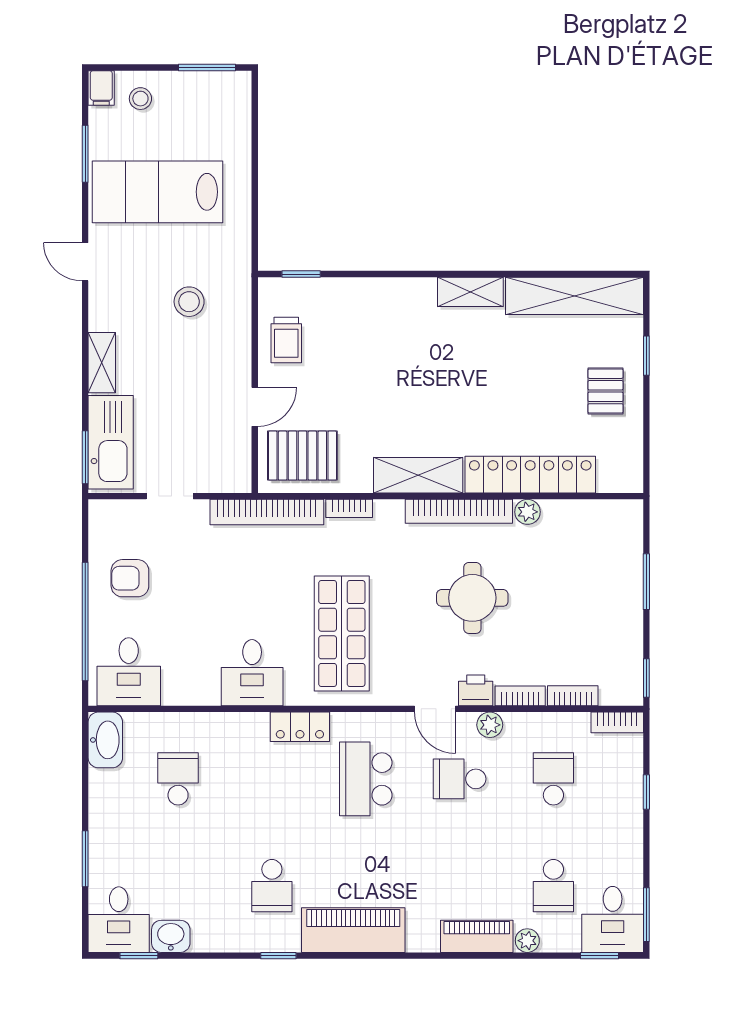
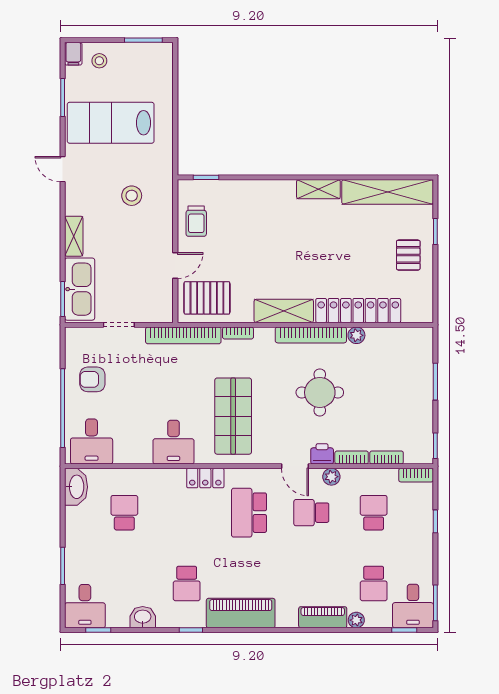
washbasin: (171, 936) -> (143, 617), moved

